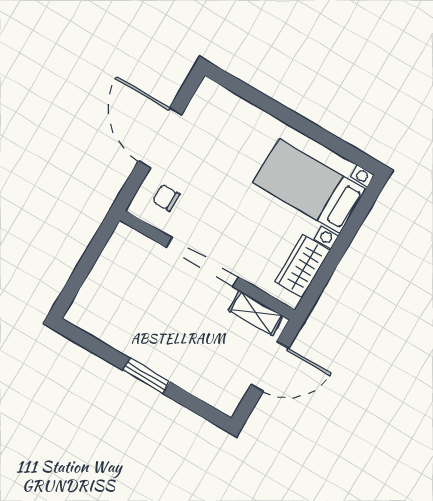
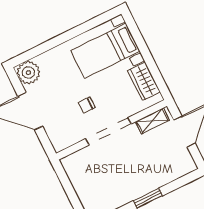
plant: (211, 101) -> (28, 73), added
chair: (166, 198) -> (87, 105), moved

